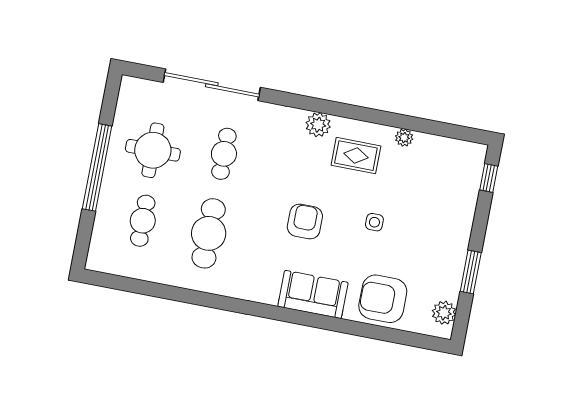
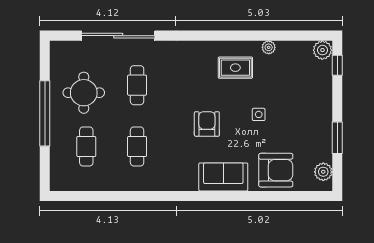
plant: (318, 125) -> (322, 50), moved
cafe table: (209, 233) -> (137, 146), width x0.73, depth x0.74
armchair: (383, 299) -> (276, 170), turned 180

